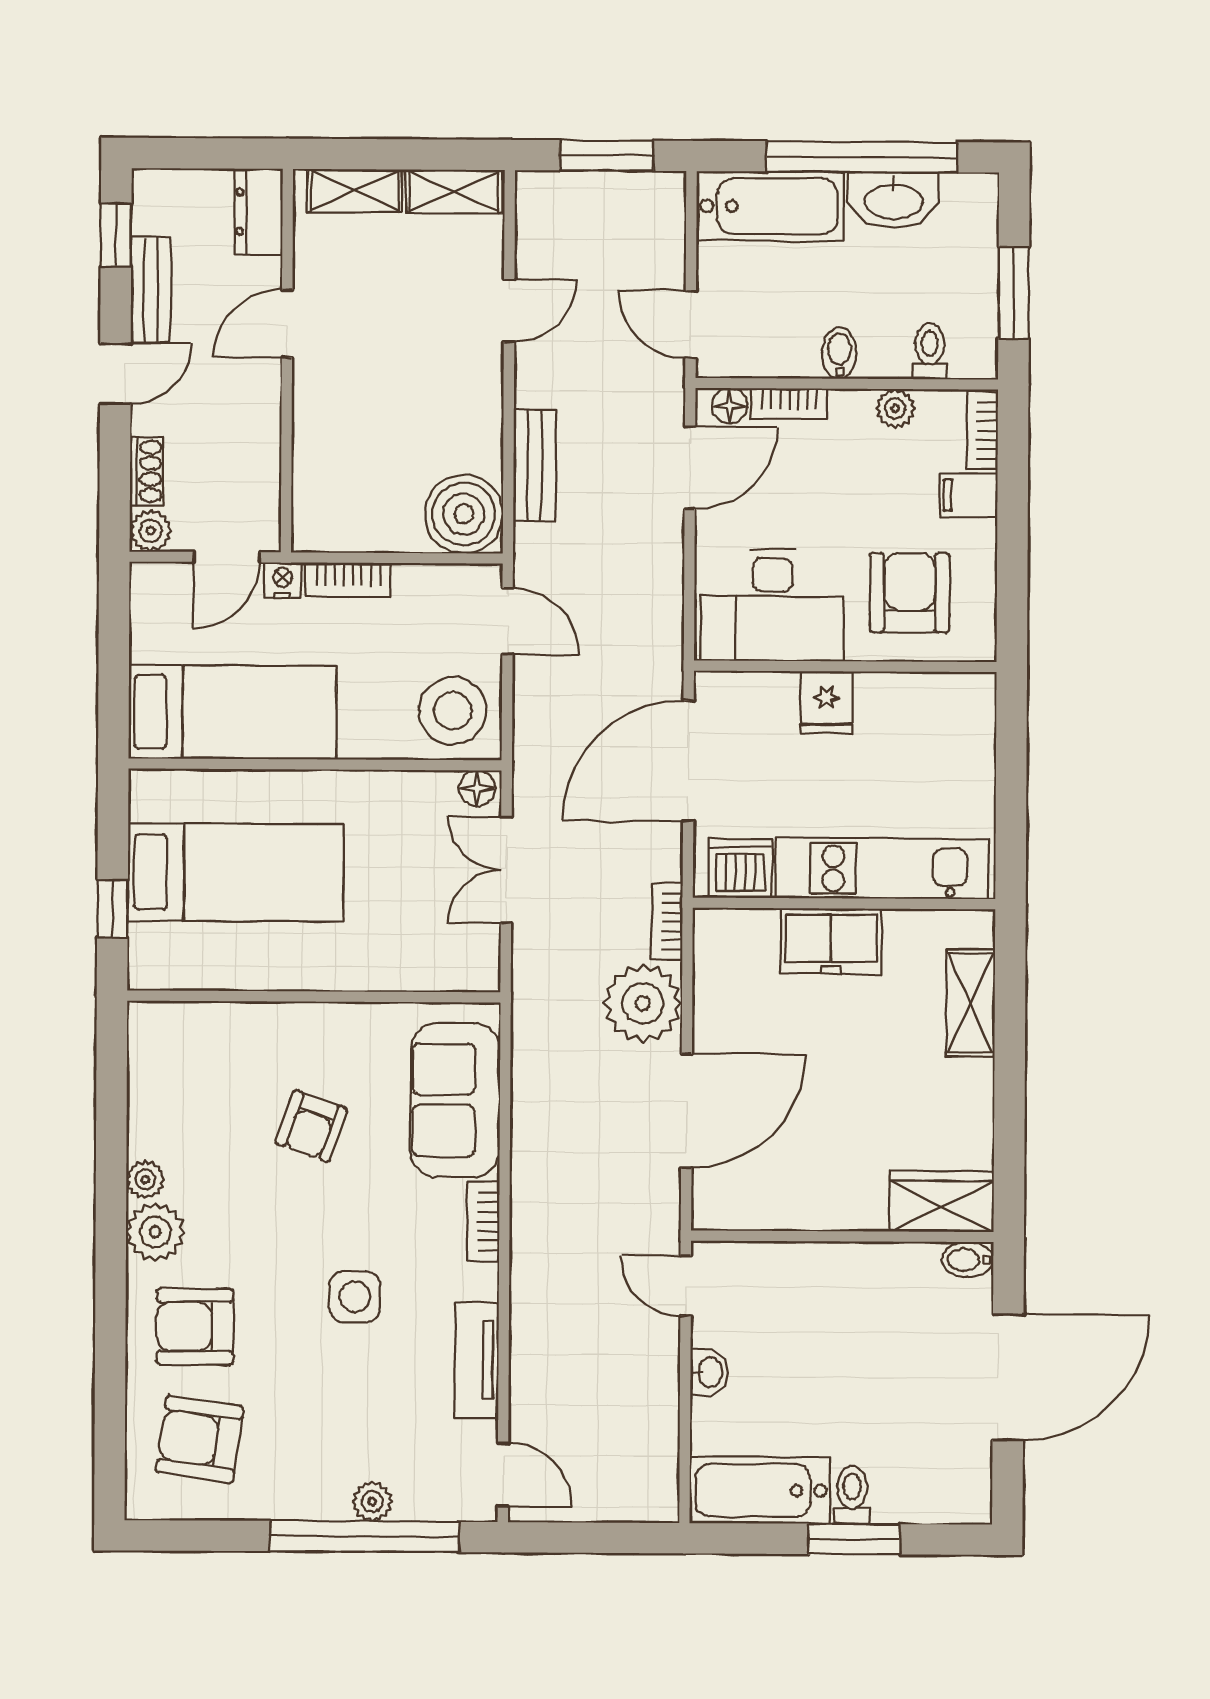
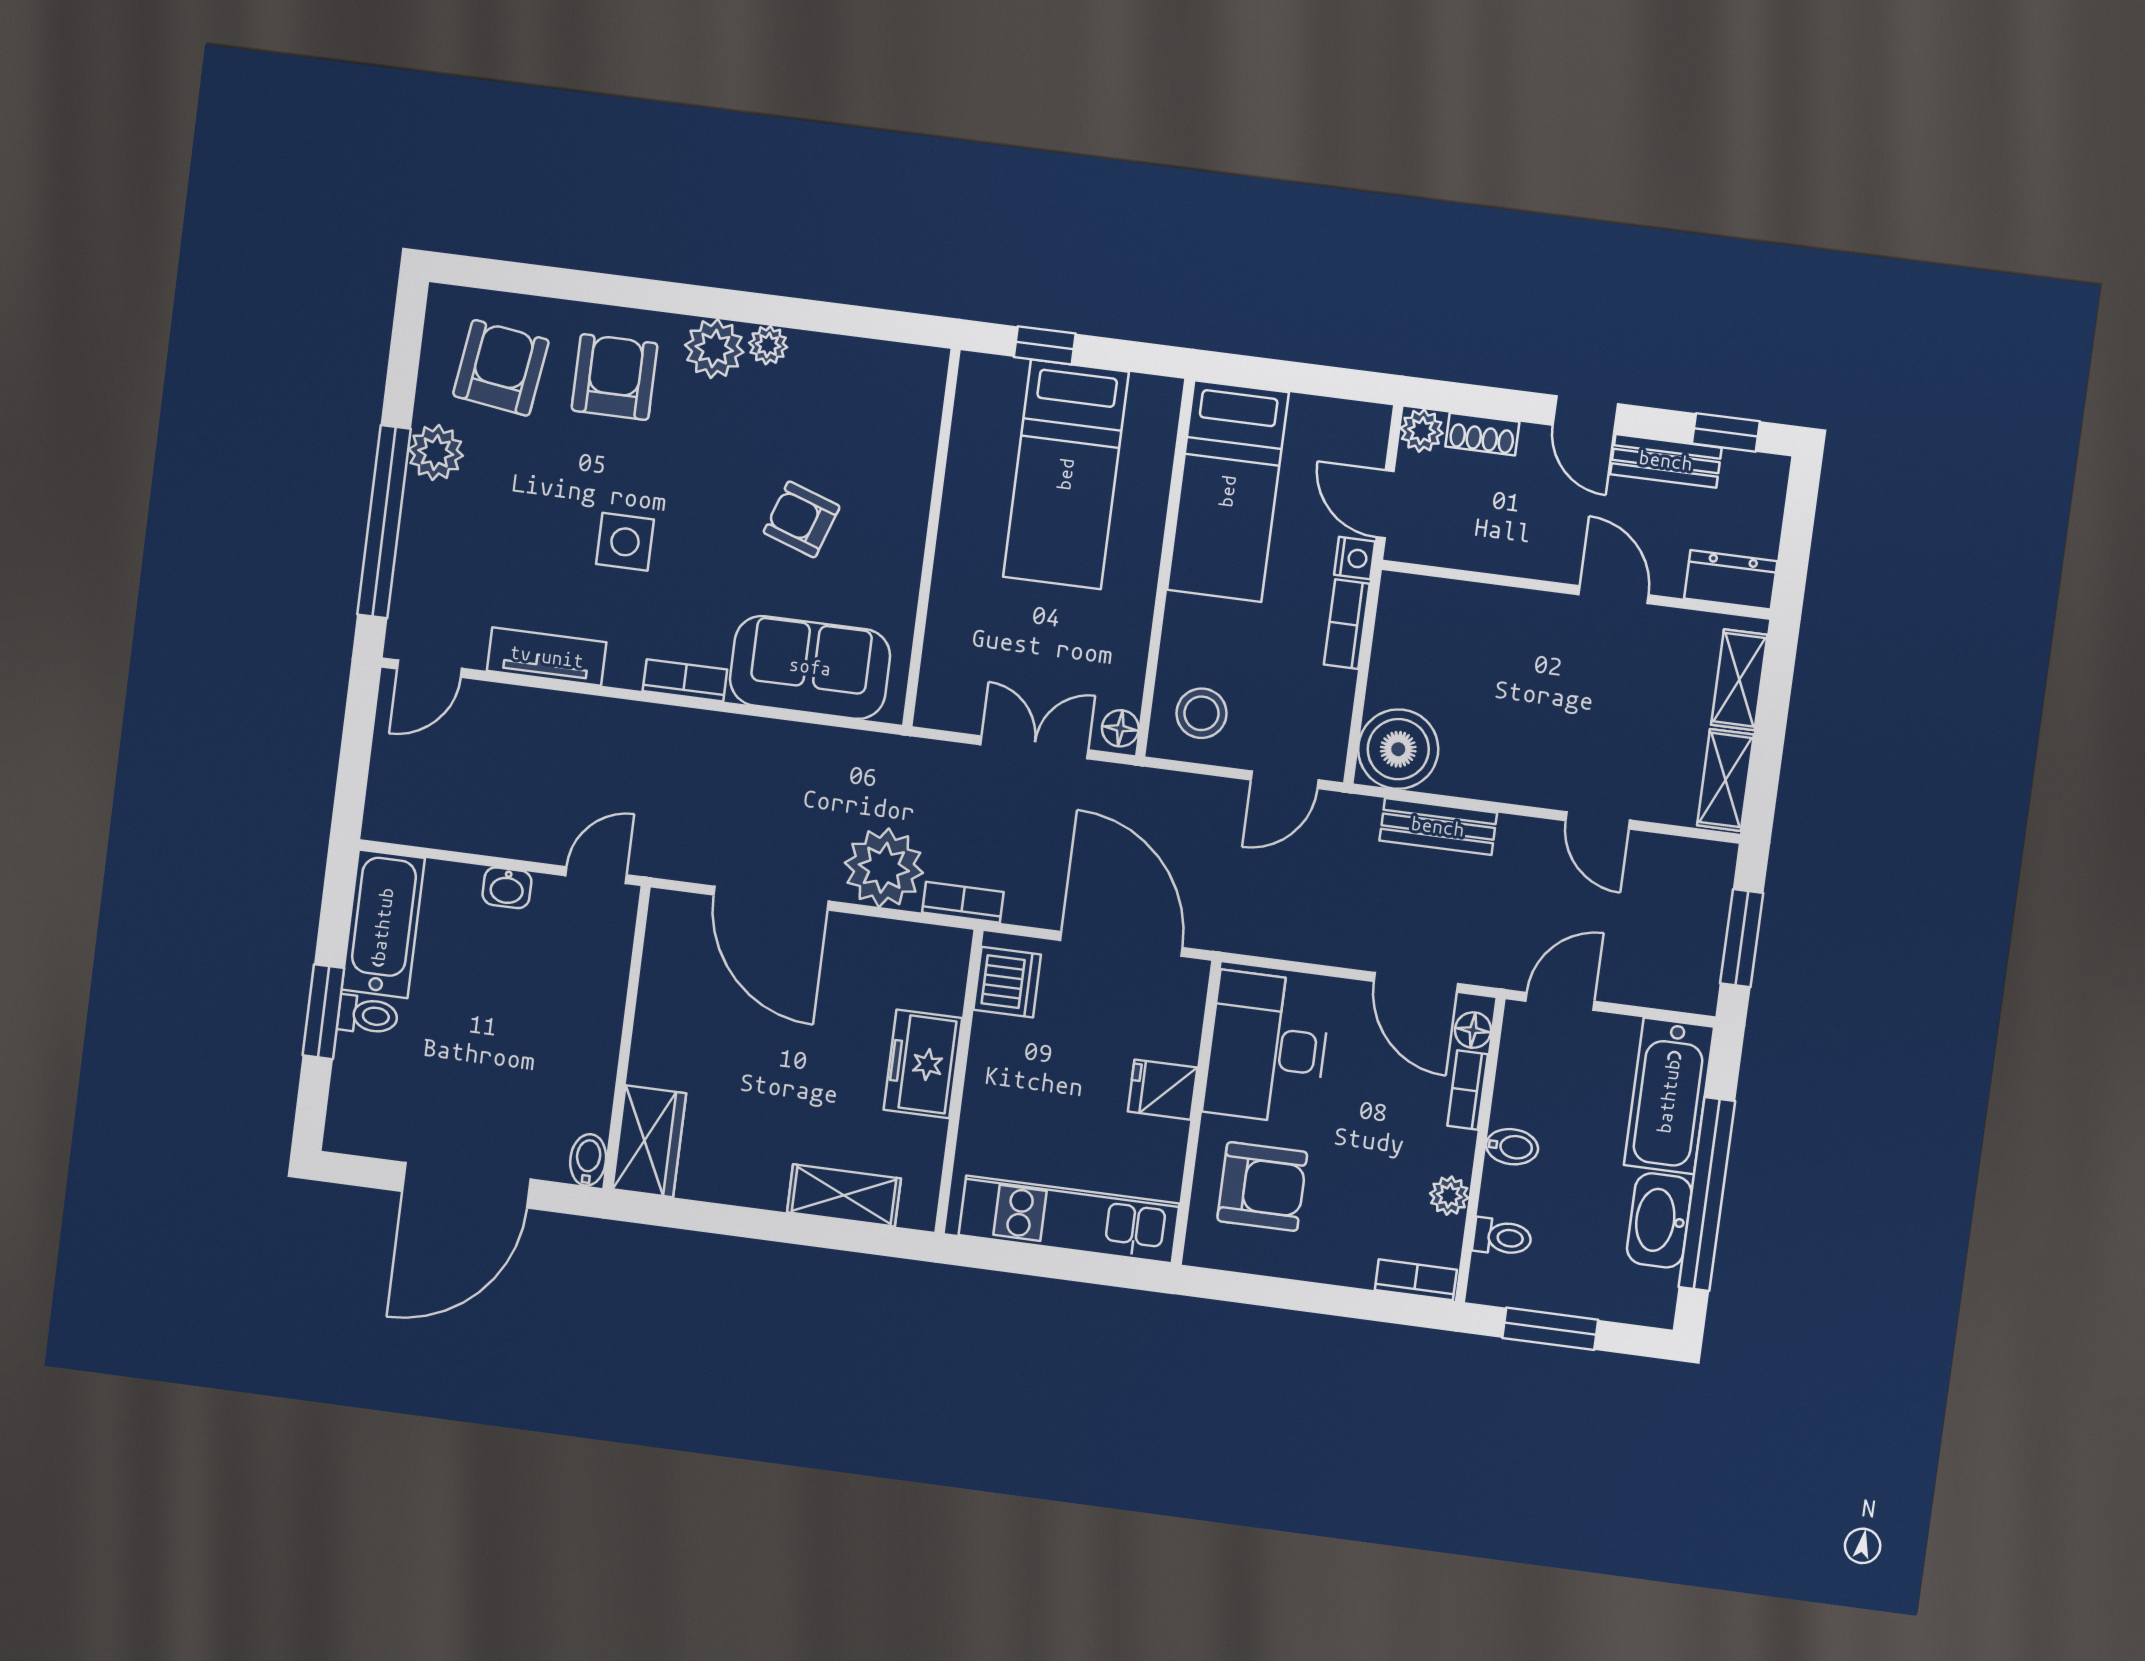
filing cabinet: (968, 495) -> (1353, 1258), removed
stool: (453, 711) -> (1201, 713), width x0.73, depth x0.73
kitchen unit: (882, 869) -> (1069, 1219), moved, turned -90
door: (1008, 1377) -> (466, 1185), hinge flipped
plant: (372, 1501) -> (436, 452), moved, width x1.38, depth x1.38

